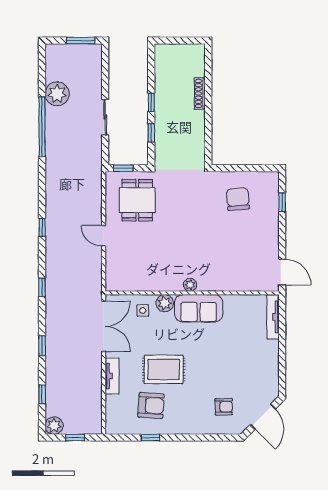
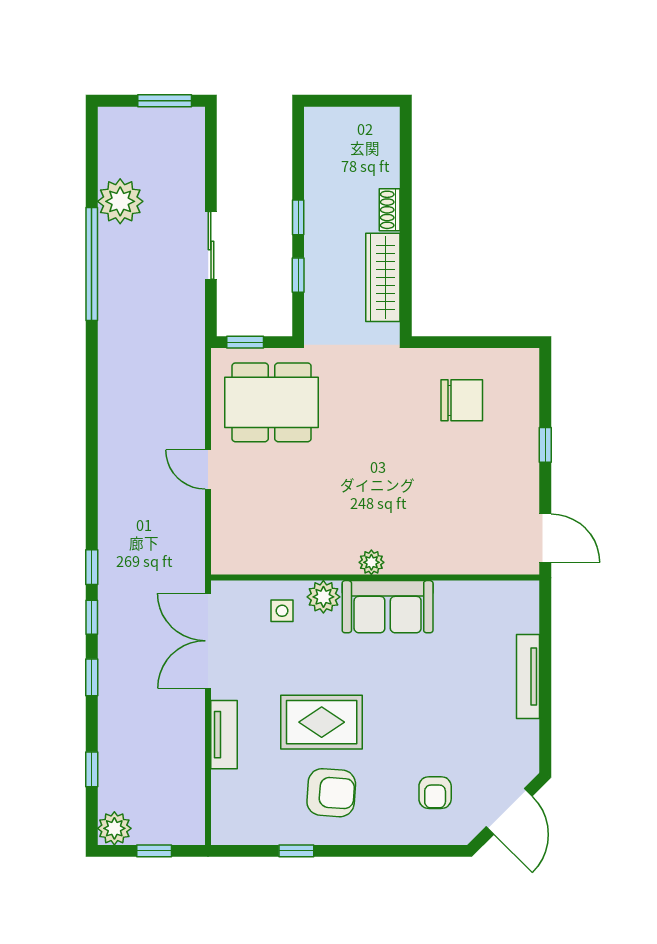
shoe rack: (200, 93) -> (390, 210), width x0.70
wardrobe: (196, 134) -> (383, 277), added
chair: (238, 199) -> (462, 400), turned 95
dining table: (137, 200) -> (272, 402), width x1.38
window: (282, 202) -> (545, 445), moved
window: (42, 227) -> (92, 617), moved
tv unit: (273, 317) -> (528, 677), moved
double door: (104, 326) -> (208, 641), swing flipped
armchair: (151, 405) -> (331, 793), moved
armchair: (224, 407) -> (435, 793), turned 90

